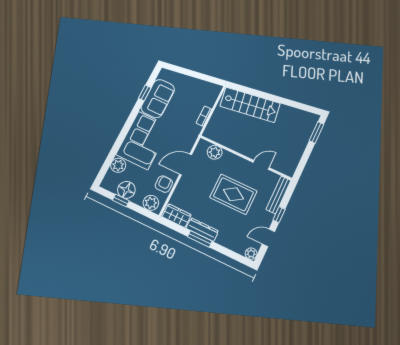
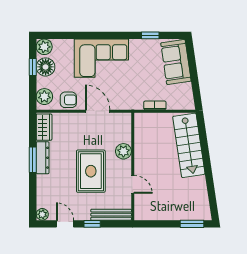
sofa: (158, 99) -> (176, 62), moved, turned 82
plant: (215, 152) -> (123, 151), moved
plant: (118, 165) -> (44, 47), moved

